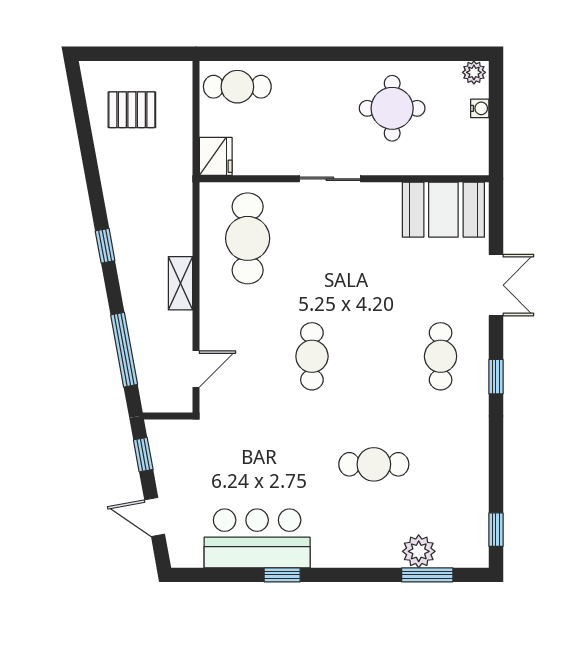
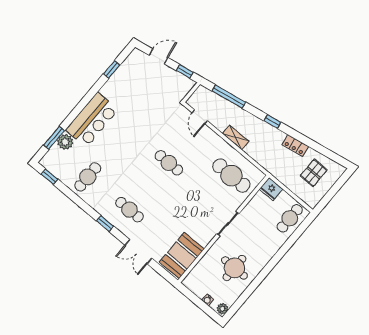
locker: (113, 176) -> (295, 145), added
cafe table: (374, 464) -> (88, 177), moved
bar counter: (257, 538) -> (92, 120), moved
window: (282, 575) -> (112, 69), moved

